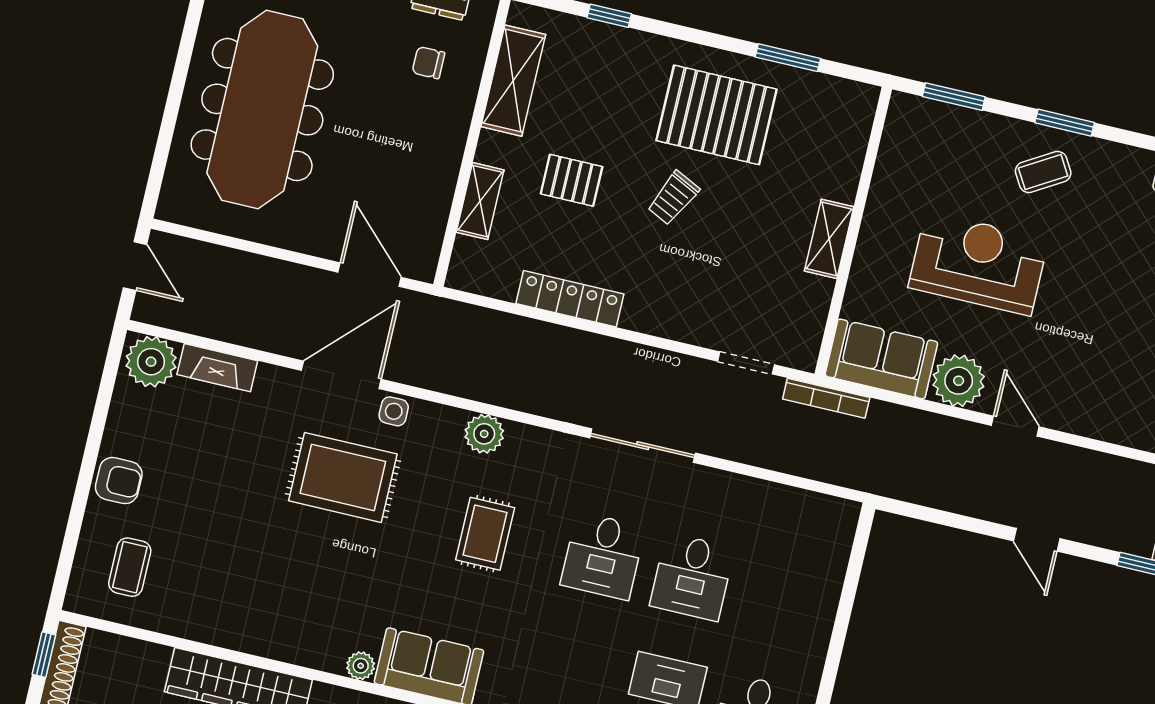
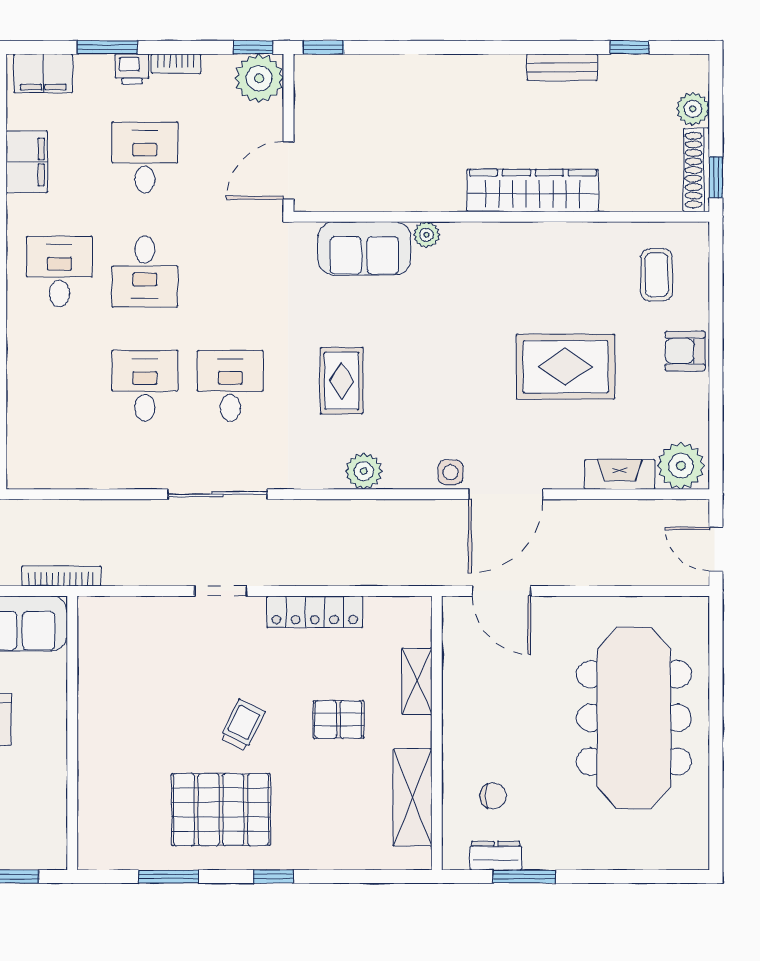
window: (609, 16) -> (273, 877), moved
shelving: (829, 239) -> (93, 721), removed
doorway: (746, 363) -> (221, 591), moved
rug: (343, 477) -> (566, 367), moved

